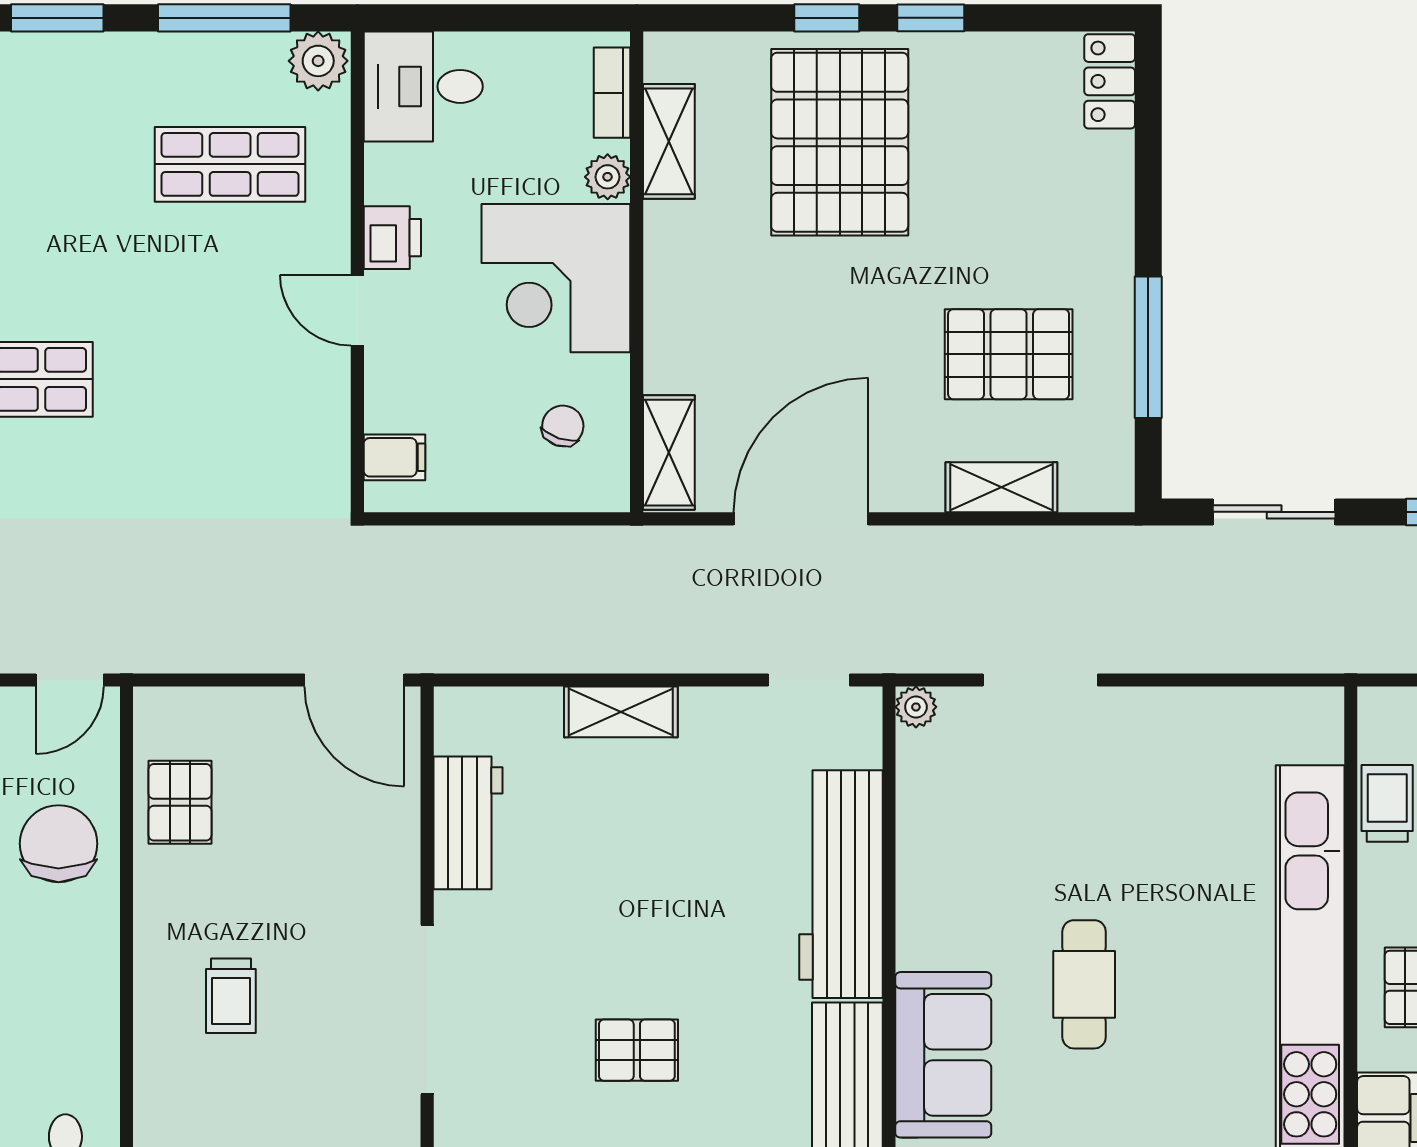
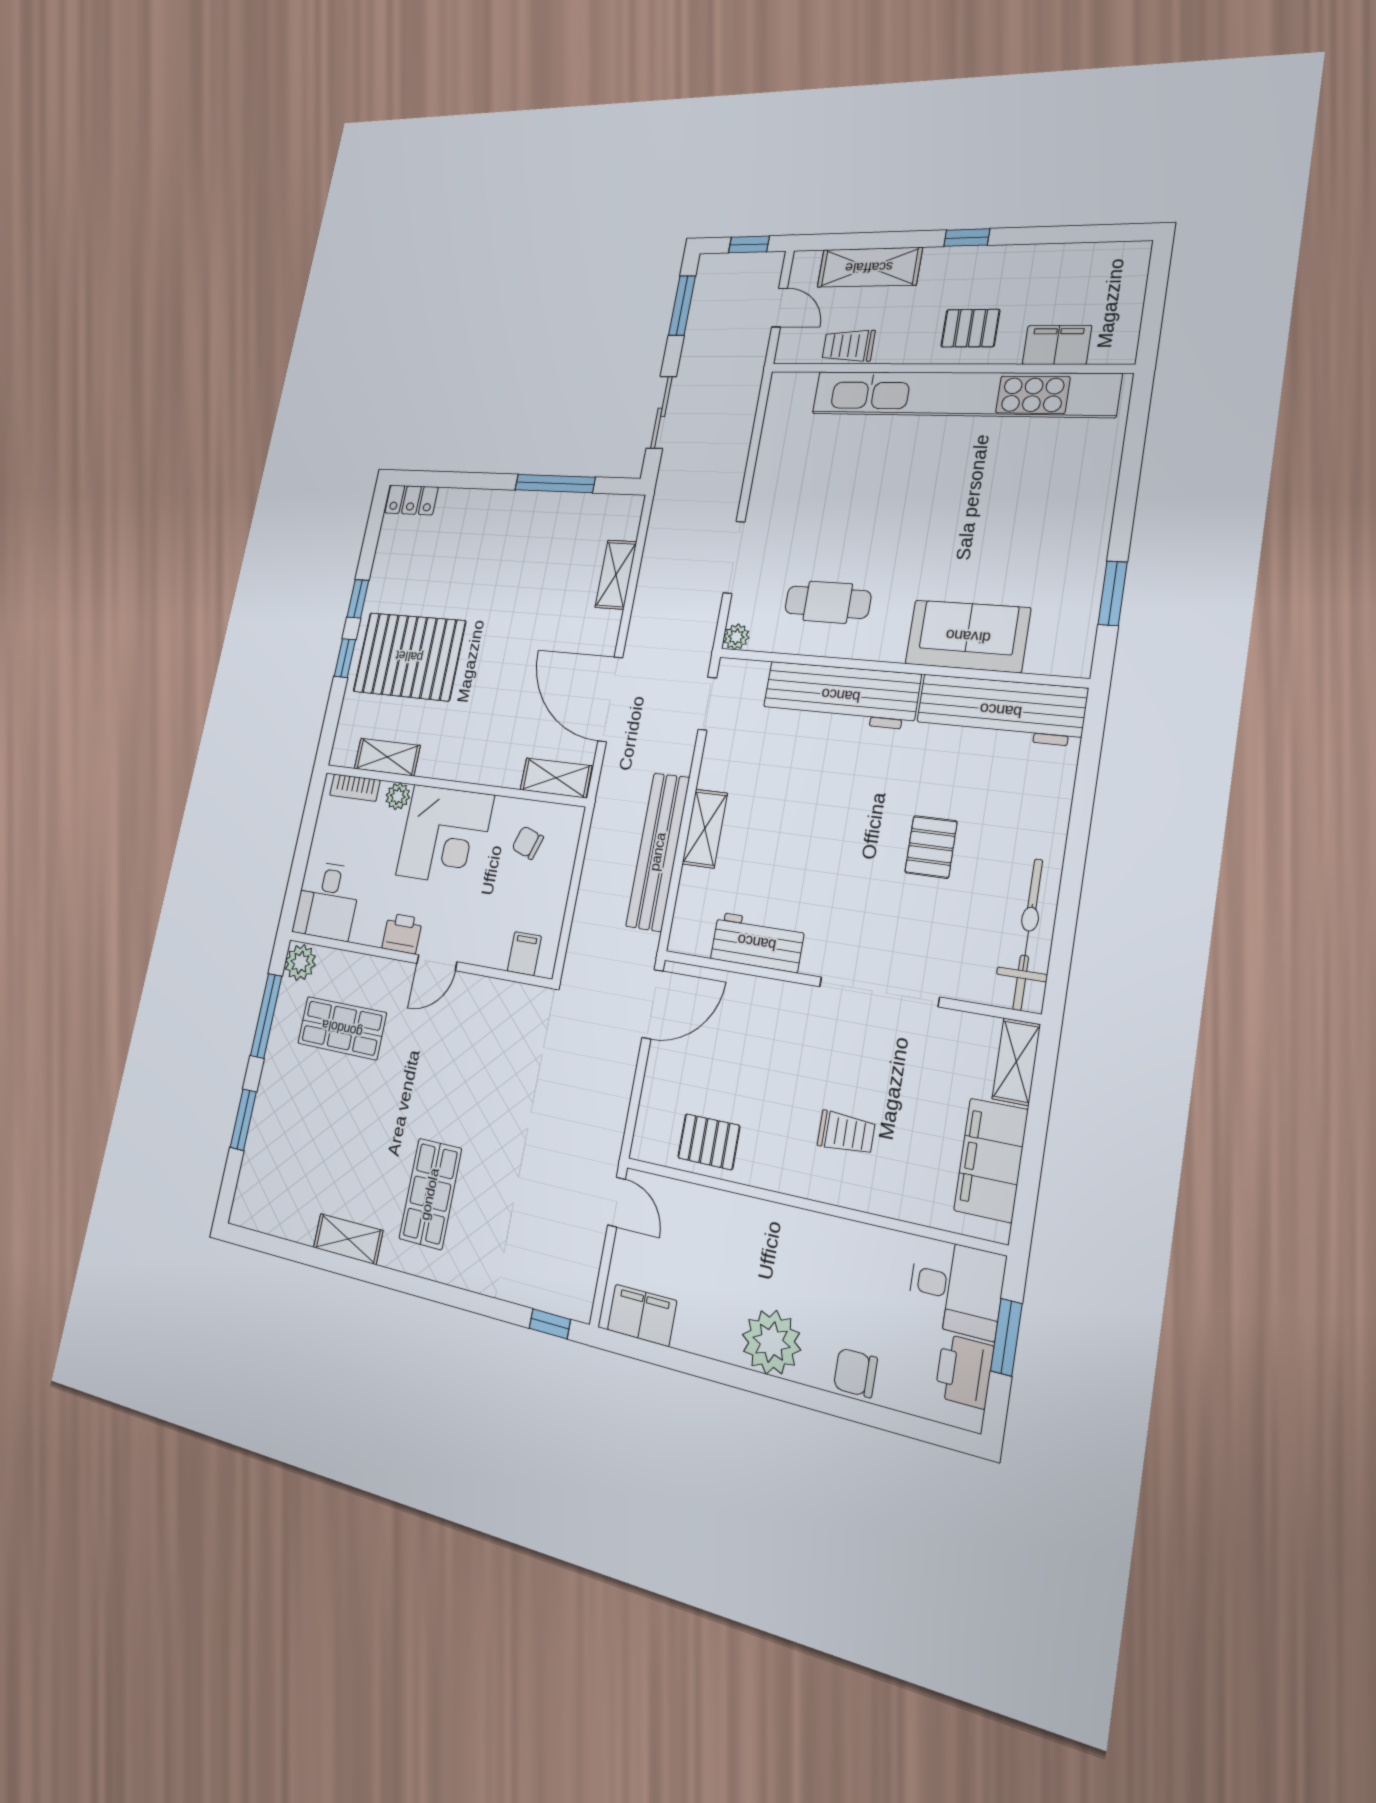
shop shelf: (230, 164) -> (342, 1028), turned 90
pallet: (1009, 354) -> (542, 566), removed
bench: (577, 644) -> (658, 852), added
chair: (59, 844) -> (721, 1236), removed
cafe table: (1084, 984) -> (828, 602), moved

